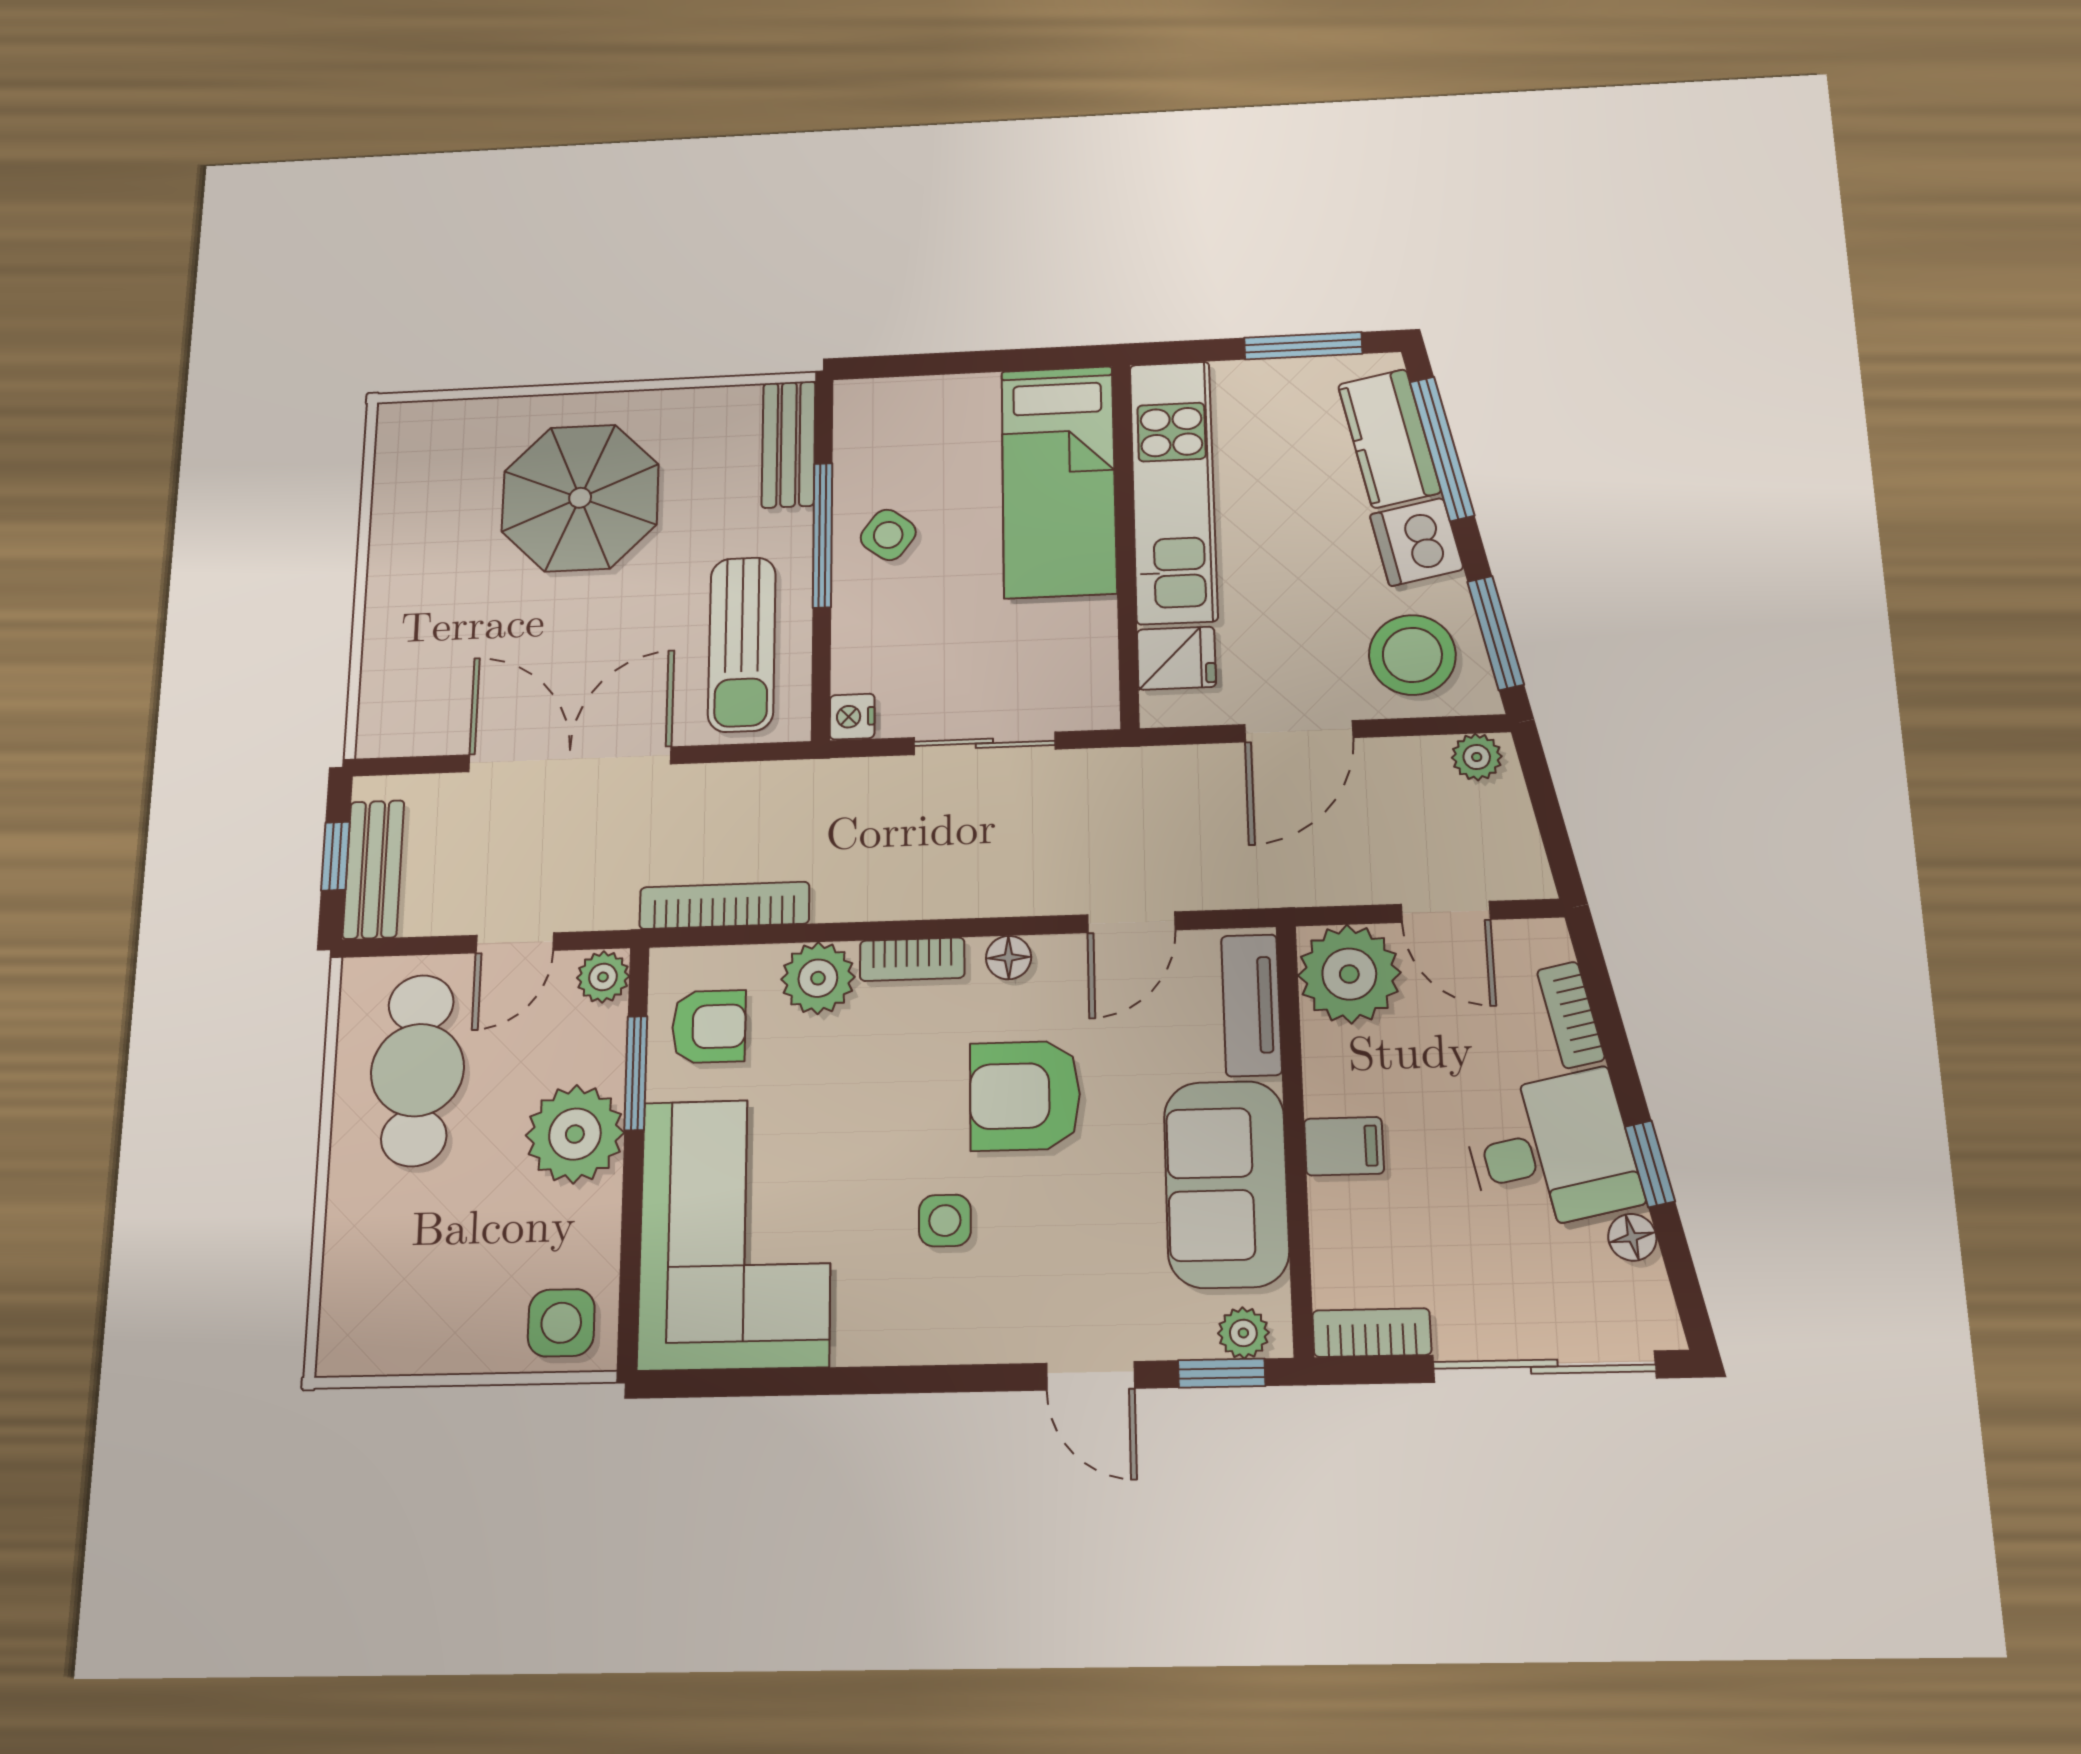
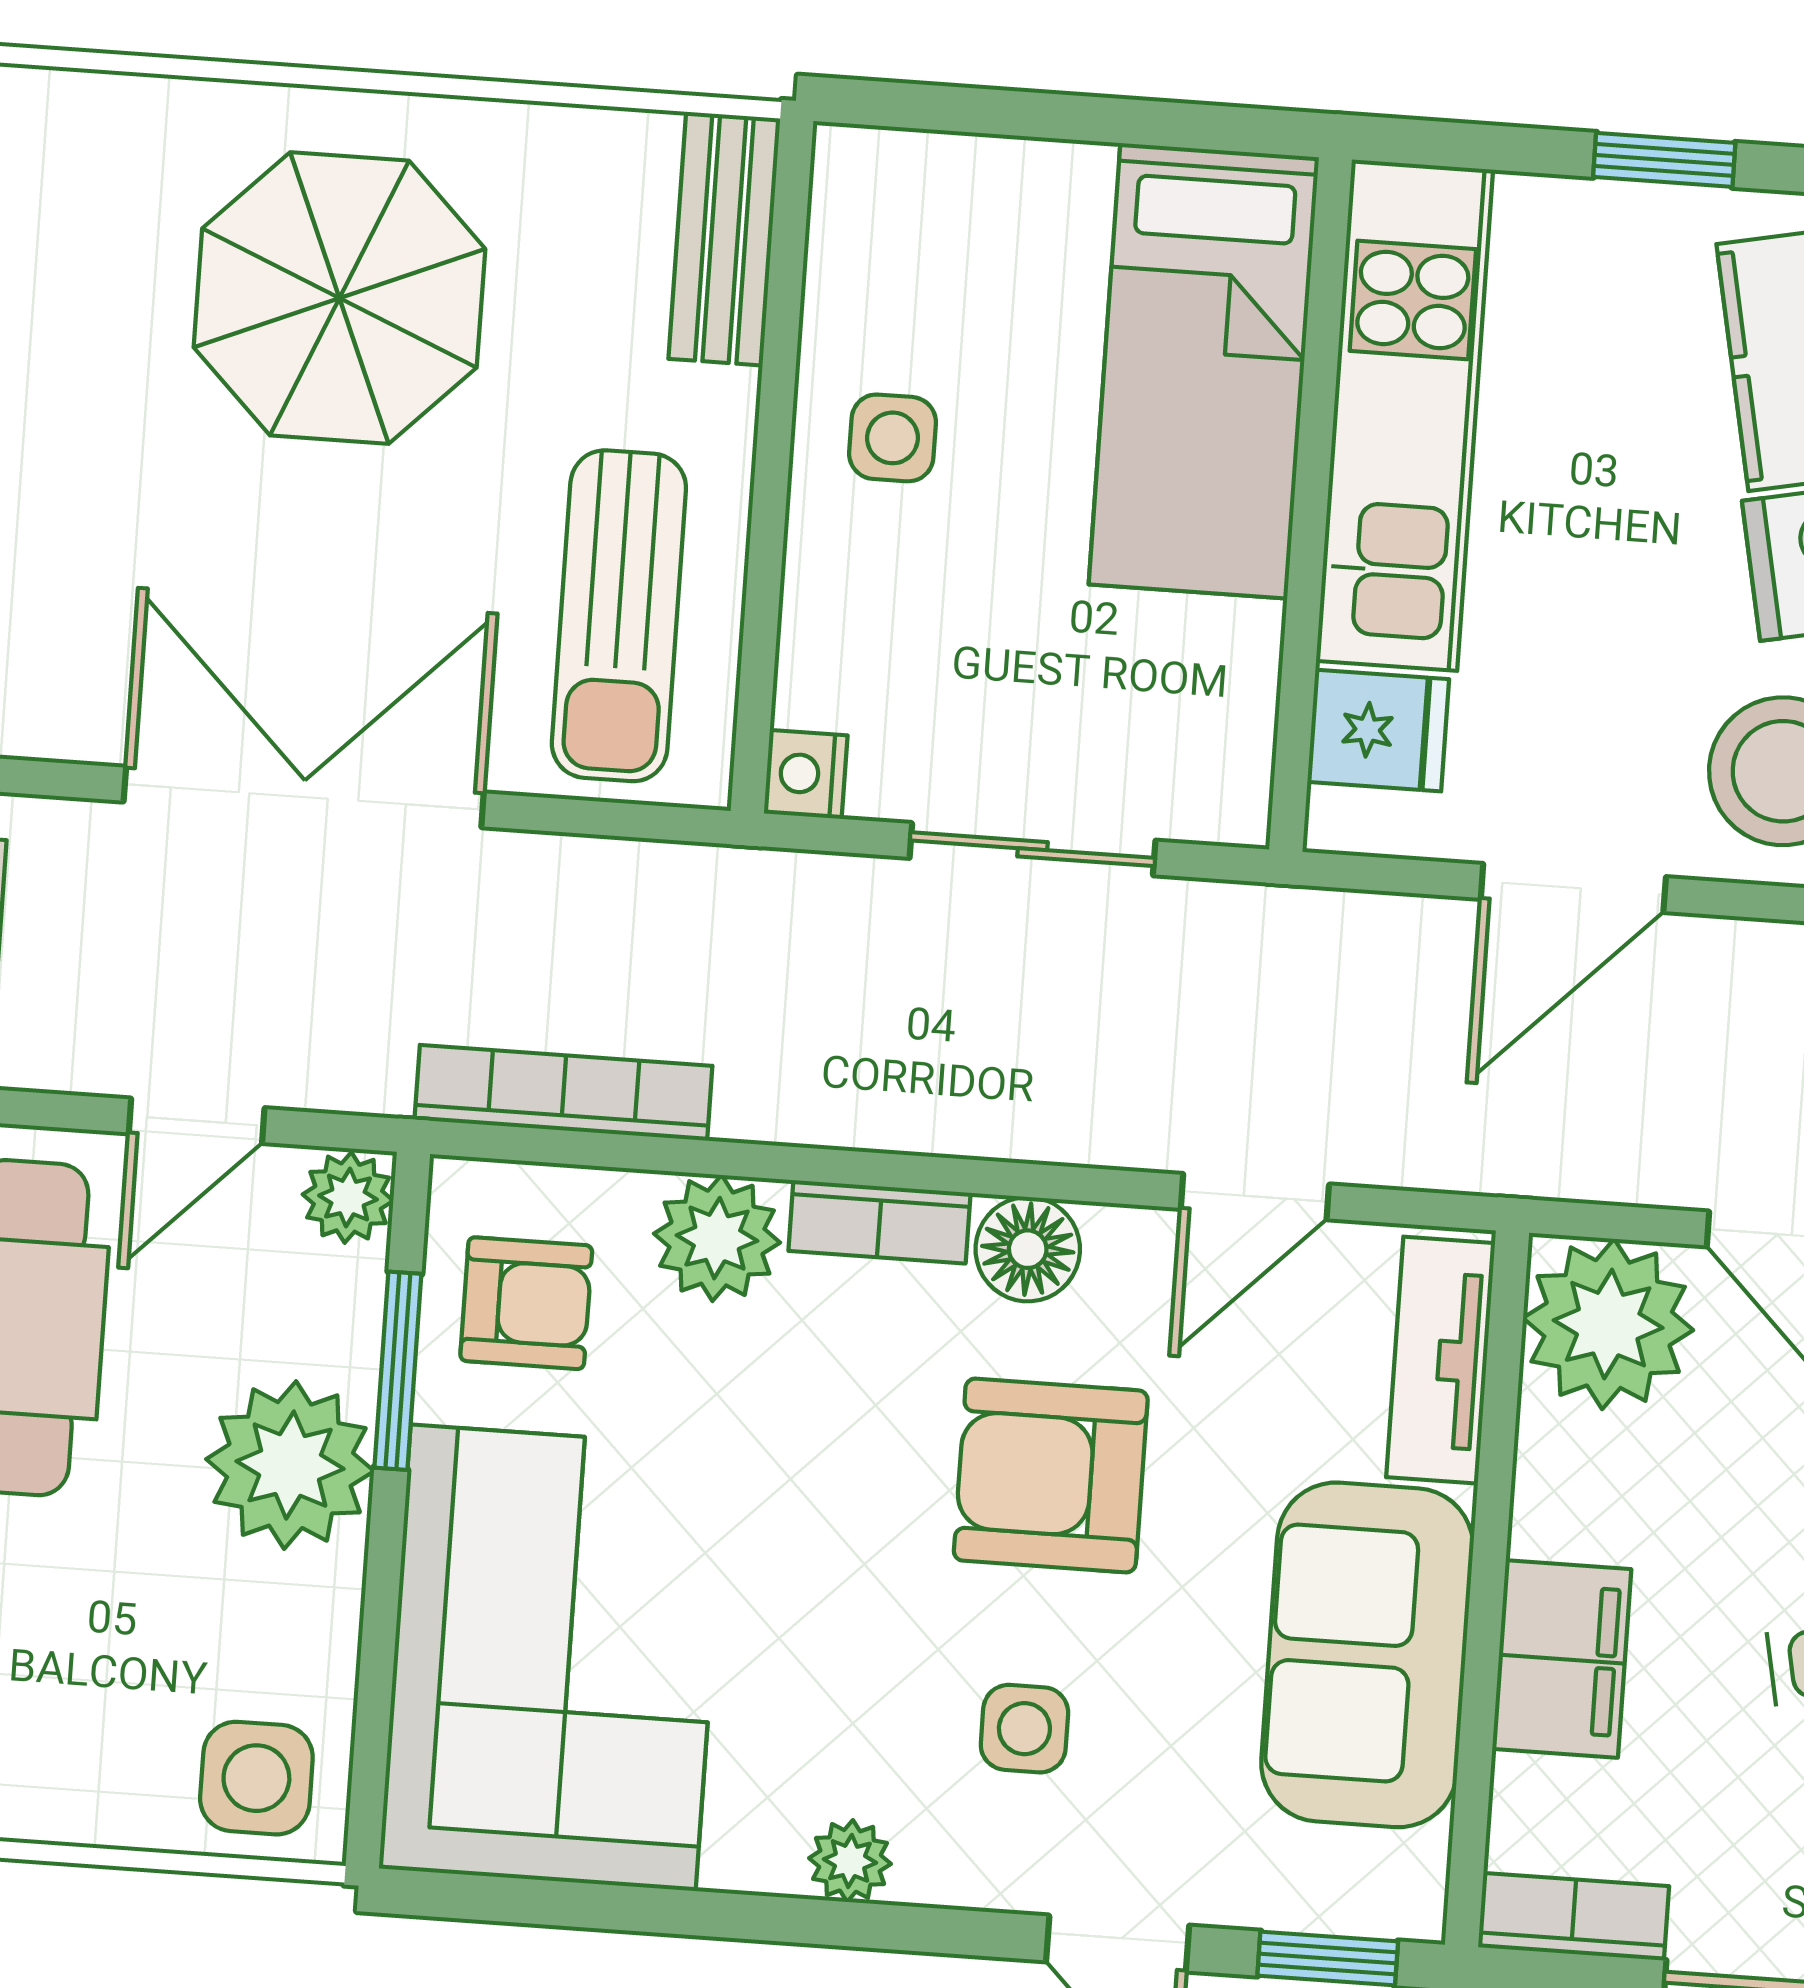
window: (1303, 346) -> (1664, 160), width x0.67
window: (823, 535) -> (775, 424), removed
side table: (888, 535) -> (892, 438), turned -37
floor lamp: (1009, 958) -> (1028, 1249), width x1.37, depth x1.37
filing cabinet: (1344, 1146) -> (1562, 1659), width x2.00
side table: (945, 1221) -> (1024, 1729), moved
plant: (1243, 1333) -> (850, 1861), moved

